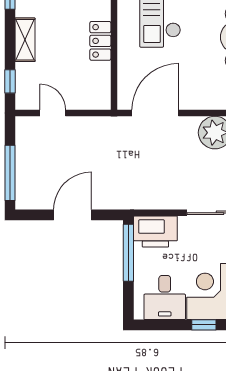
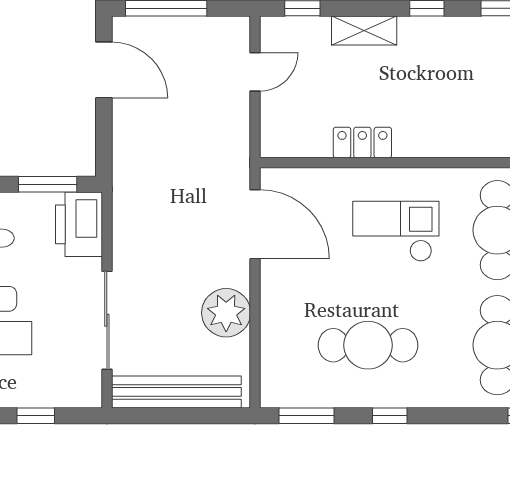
door: (73, 215) -> (104, 70), moved
window: (128, 253) -> (48, 184), width x0.69

